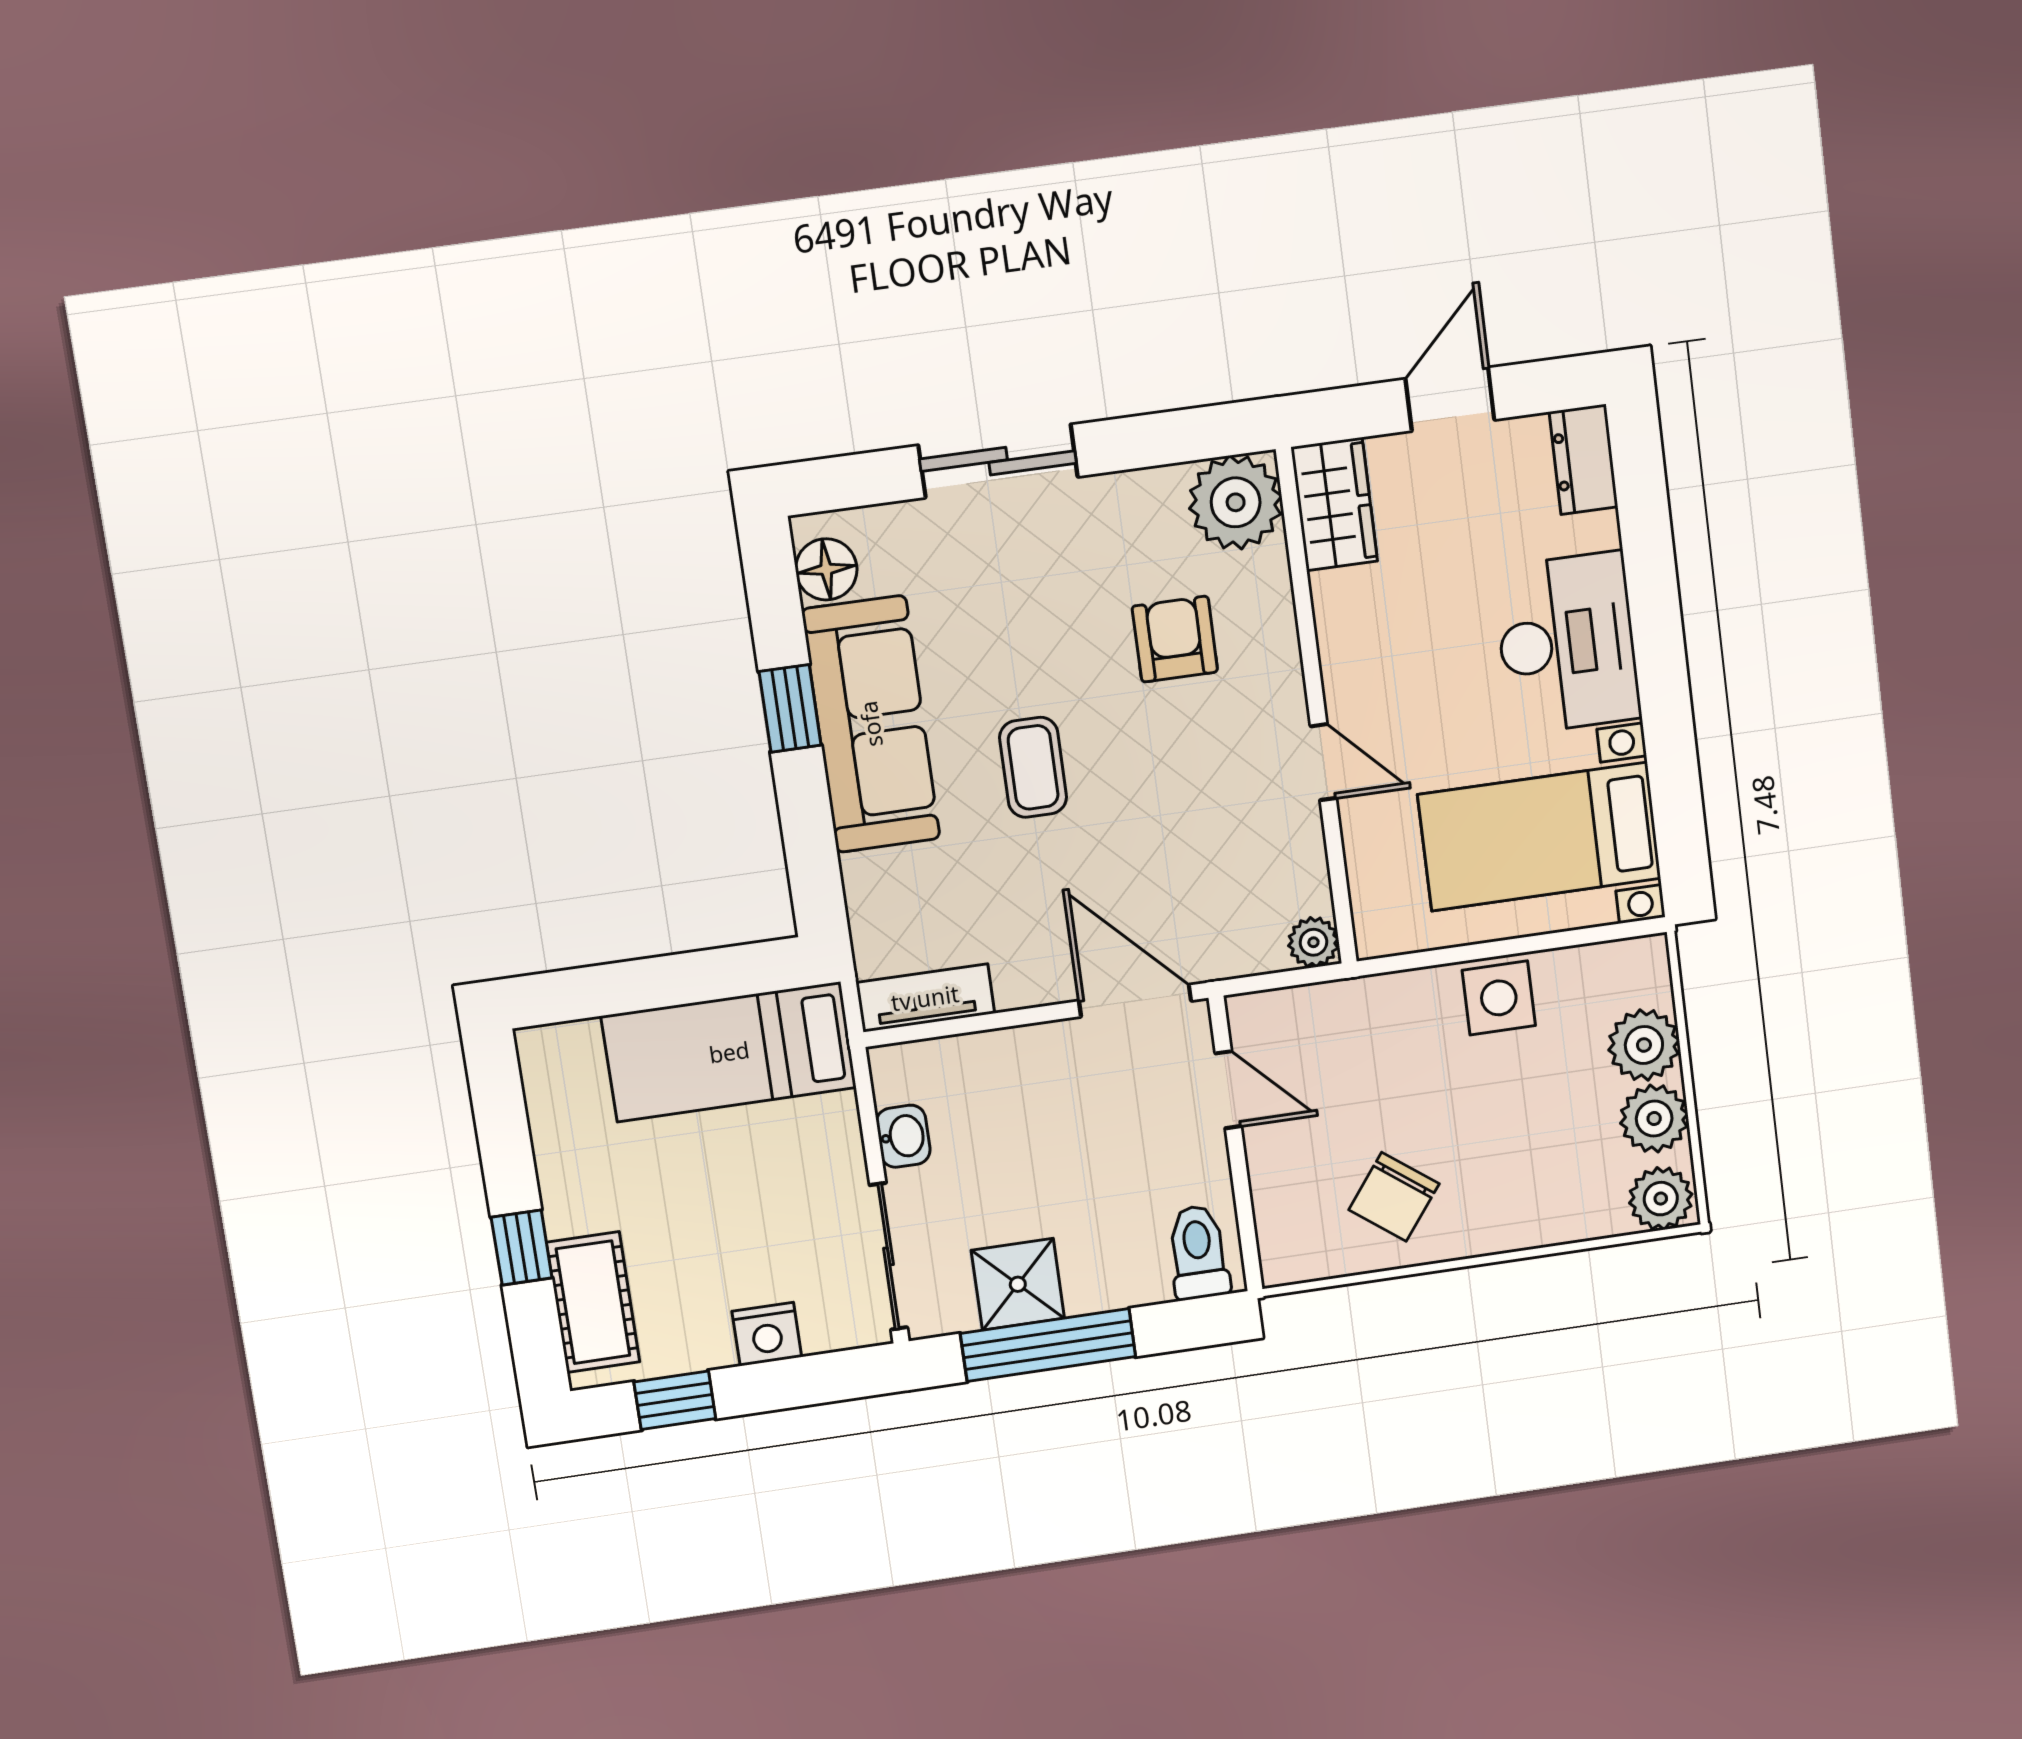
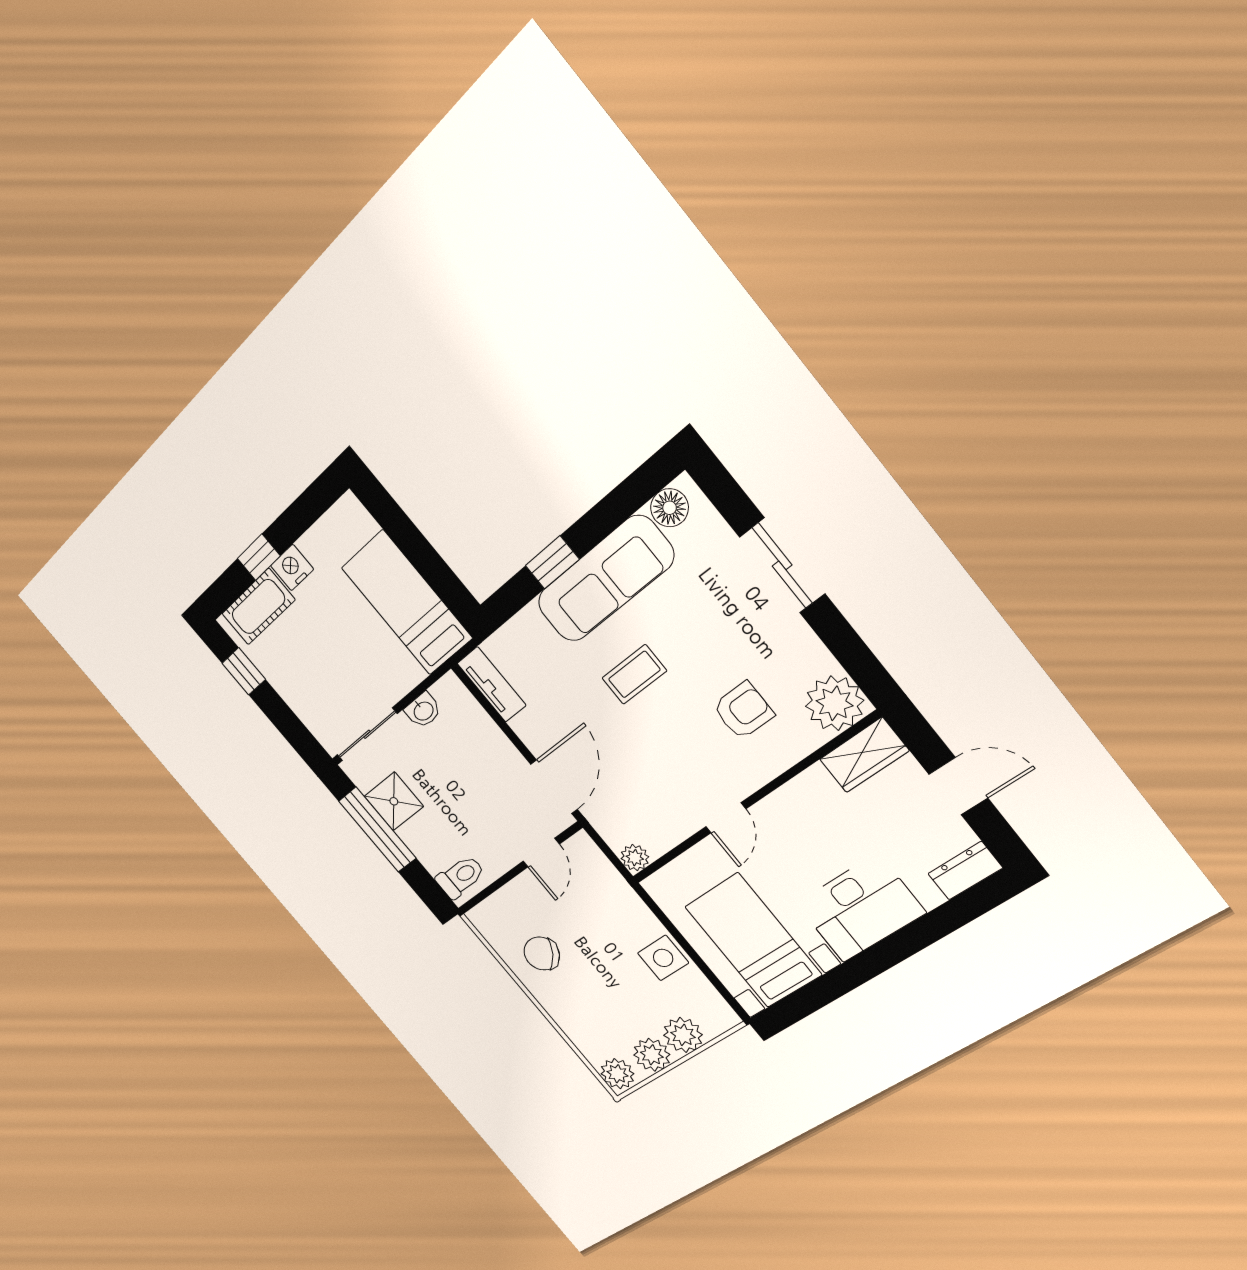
window: (790, 708) -> (552, 562), moved
nightstand: (767, 1334) -> (292, 568), moved, turned 90

